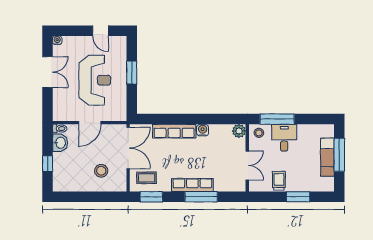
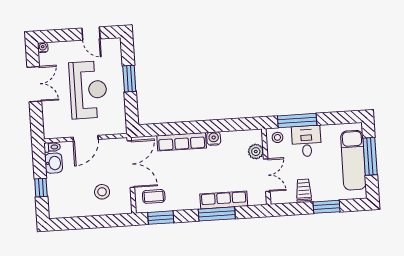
plant: (239, 131) -> (256, 152), moved
exam couch: (327, 157) -> (353, 160), width x1.36, depth x1.45
row of seats: (192, 185) -> (224, 200), moved

